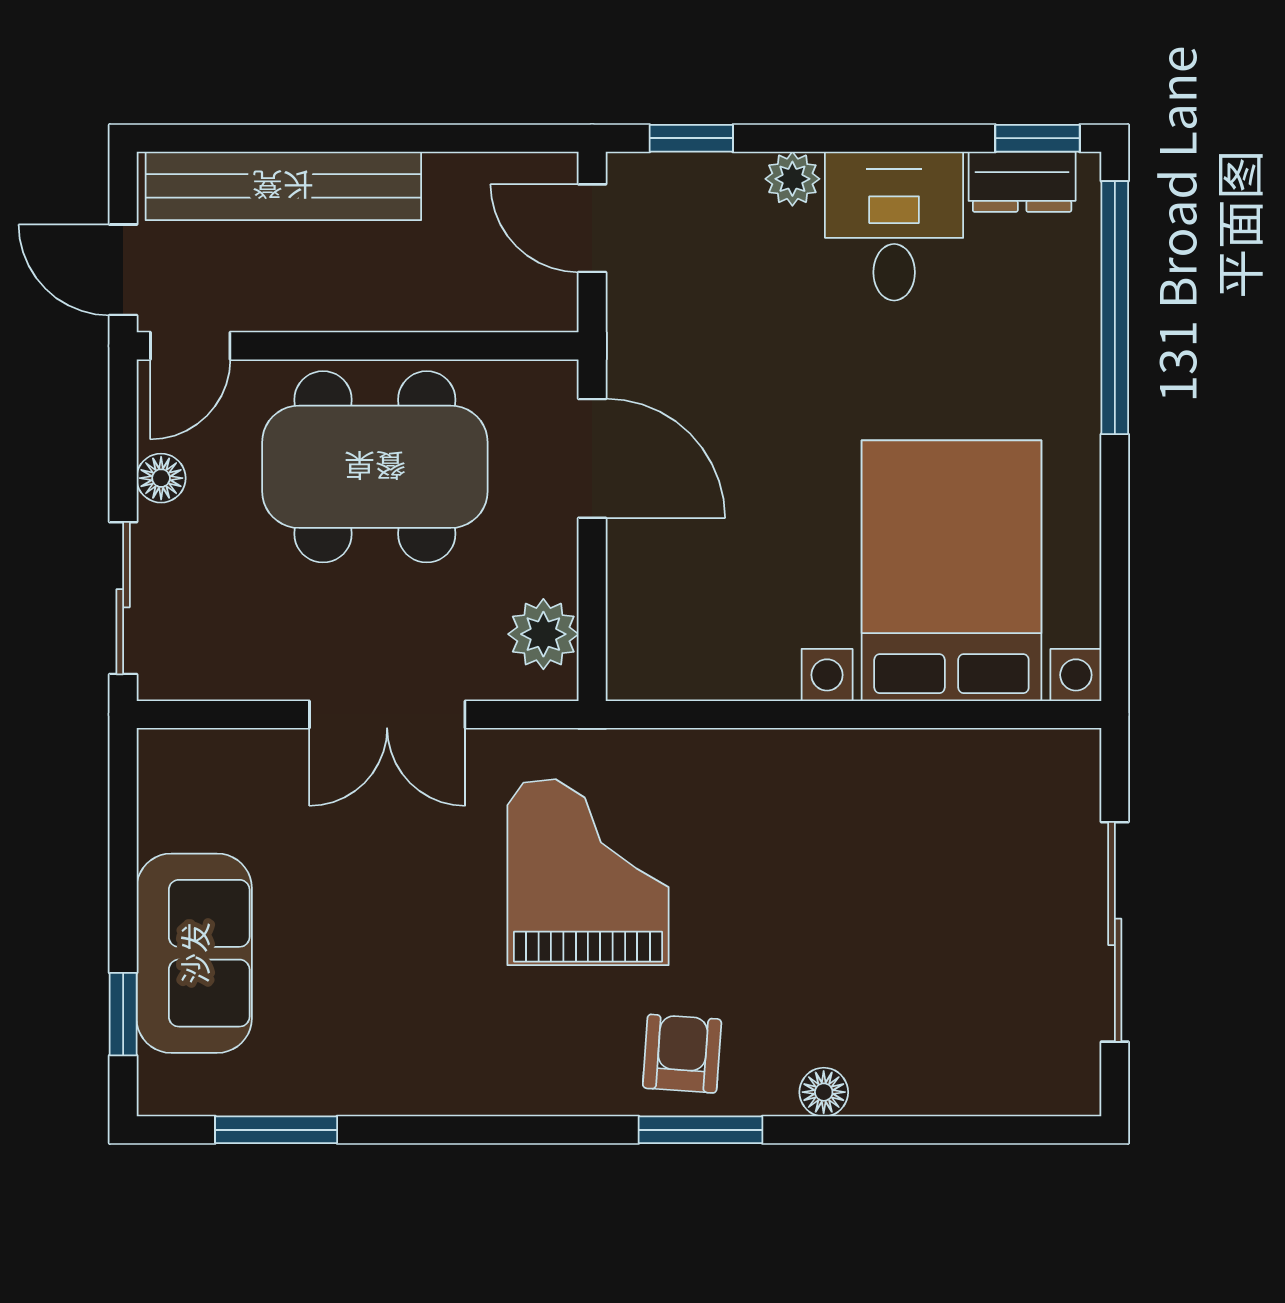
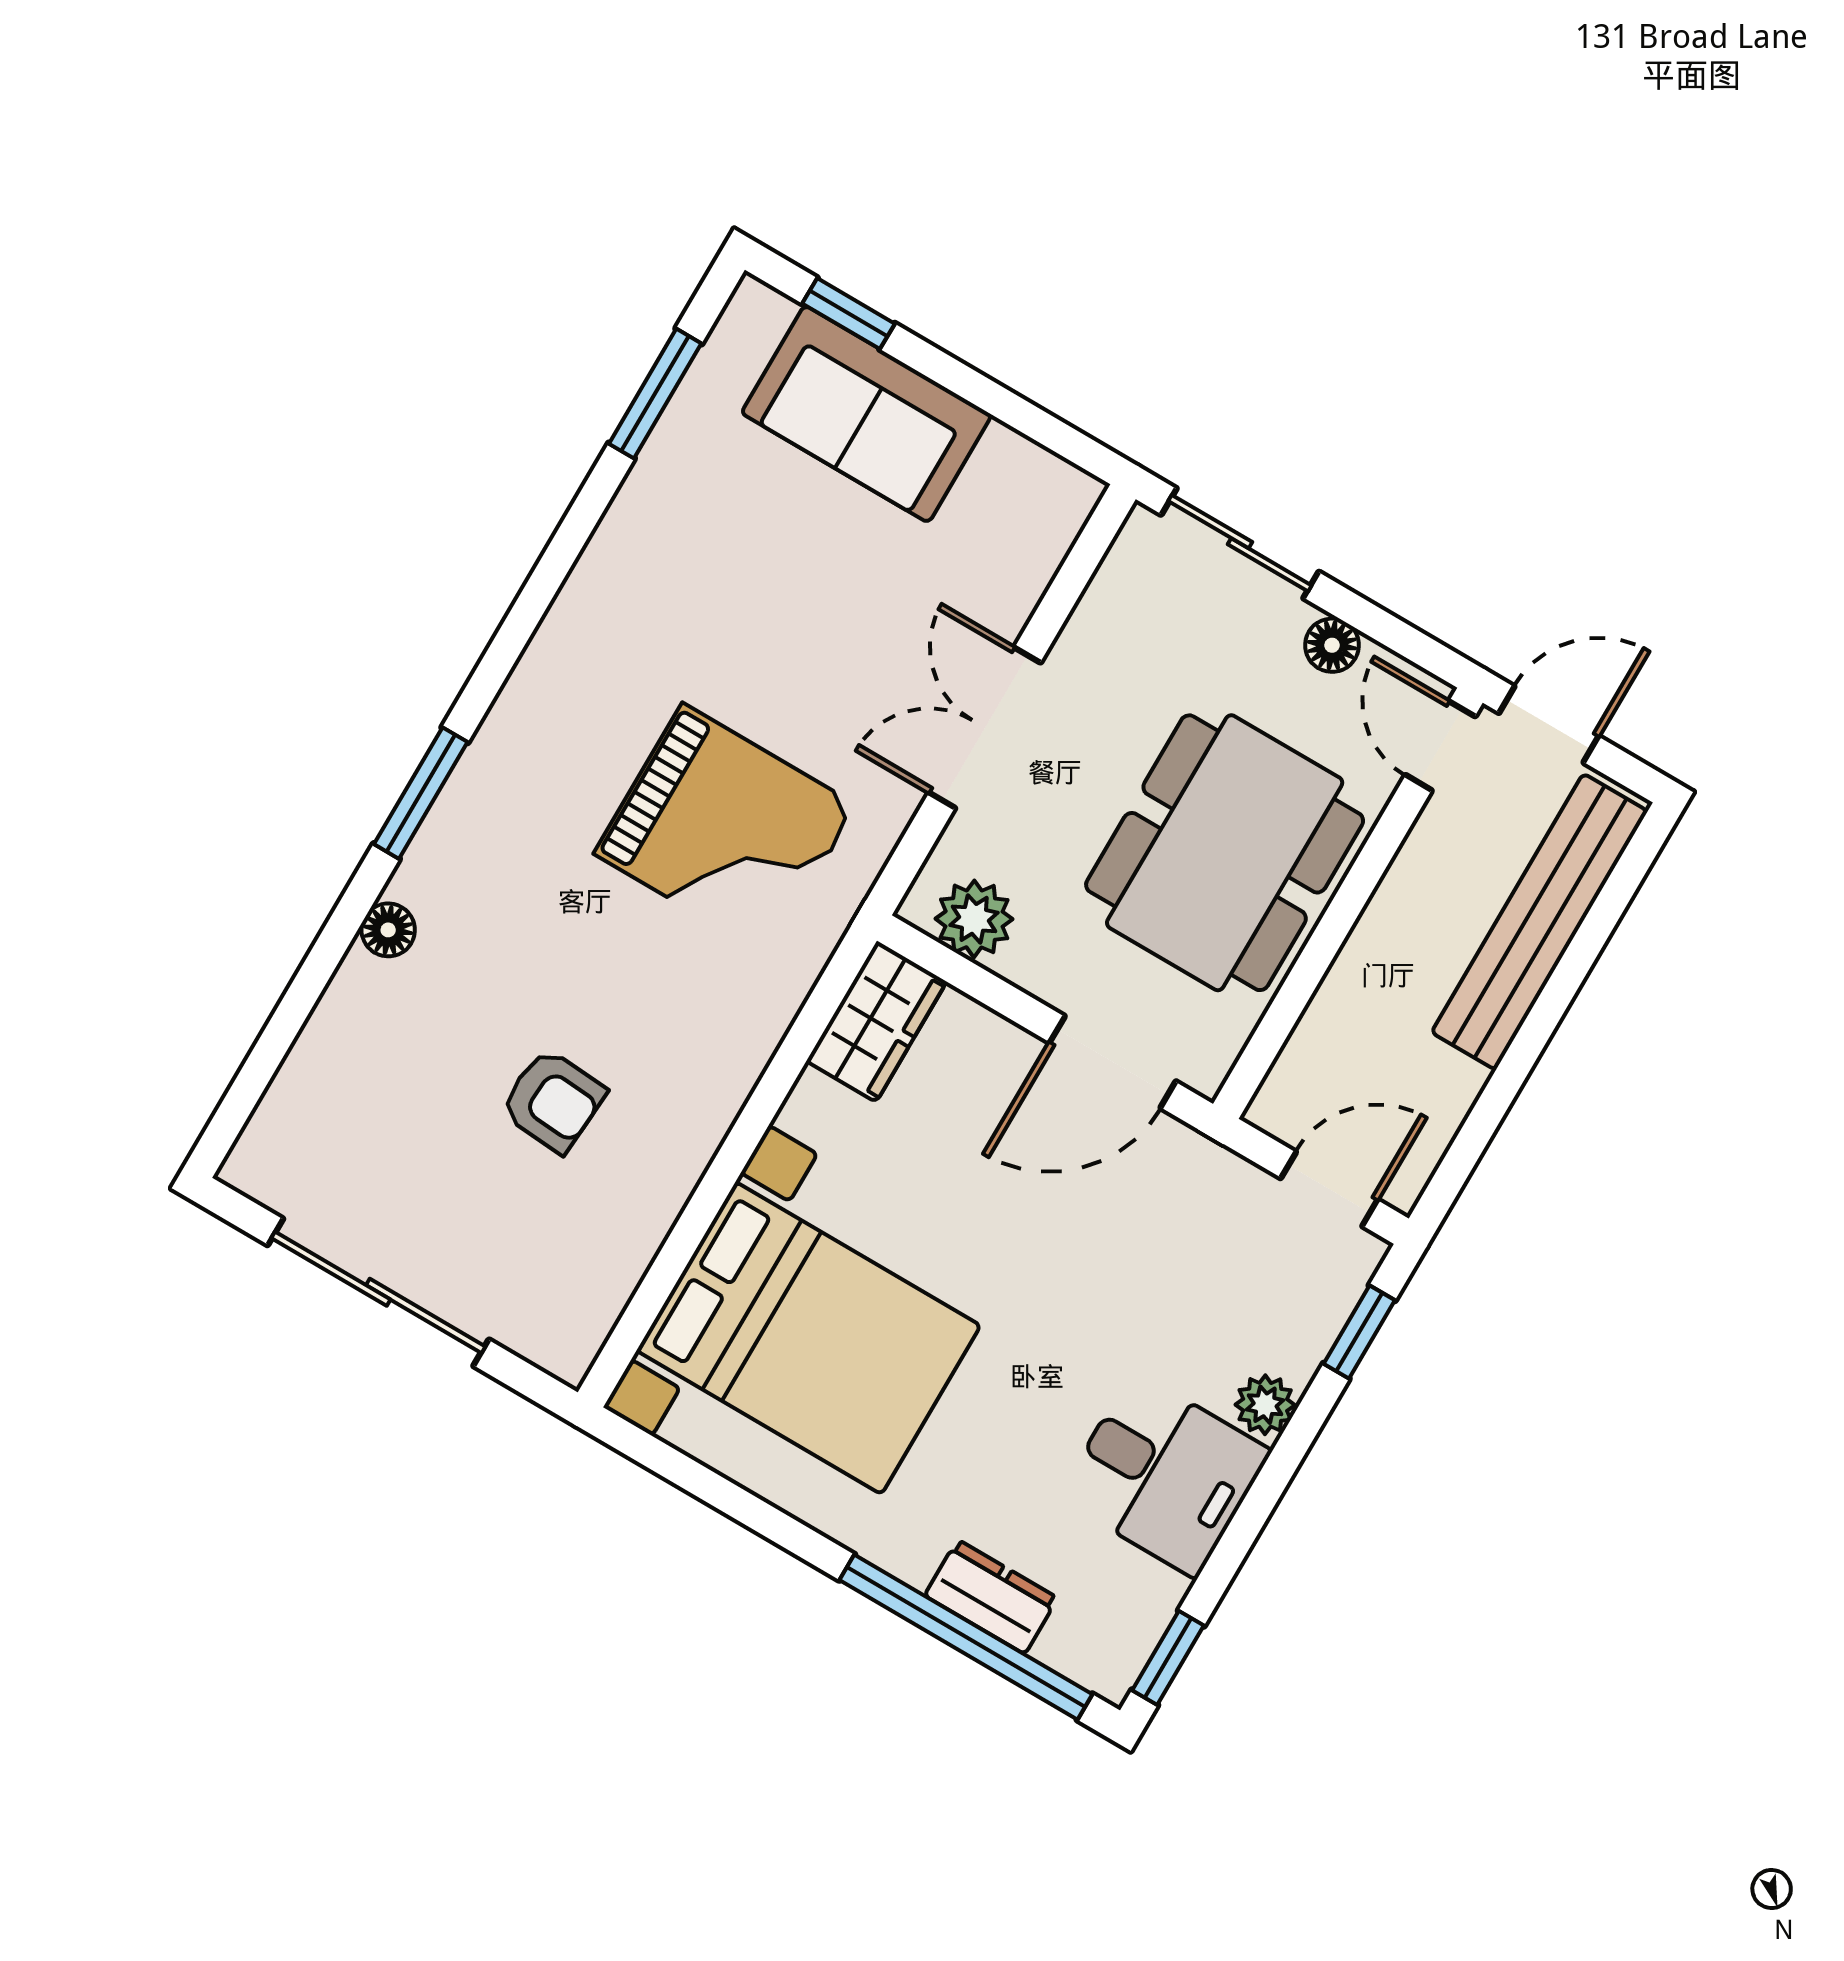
dresser: (1022, 182) -> (991, 1597), moved, turned 90
wardrobe: (670, 664) -> (876, 1021), added
armchair: (682, 1054) -> (553, 1101), moved

